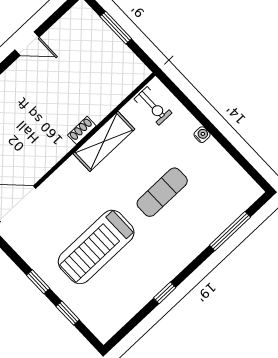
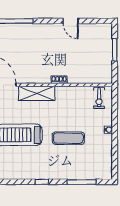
shelving: (104, 141) -> (37, 93), moved
window: (165, 293) -> (42, 182), moved

